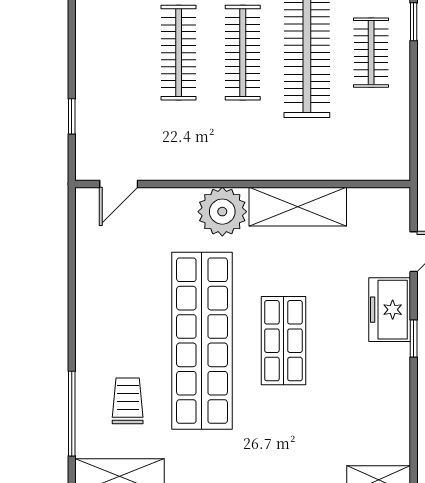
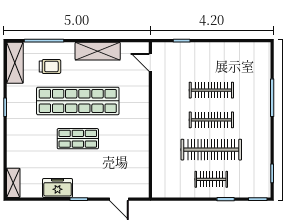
shelving: (298, 207) -> (98, 51), moved, turned 90
plant: (222, 212) -> (138, 110), removed
freezer: (390, 310) -> (58, 188), moved

